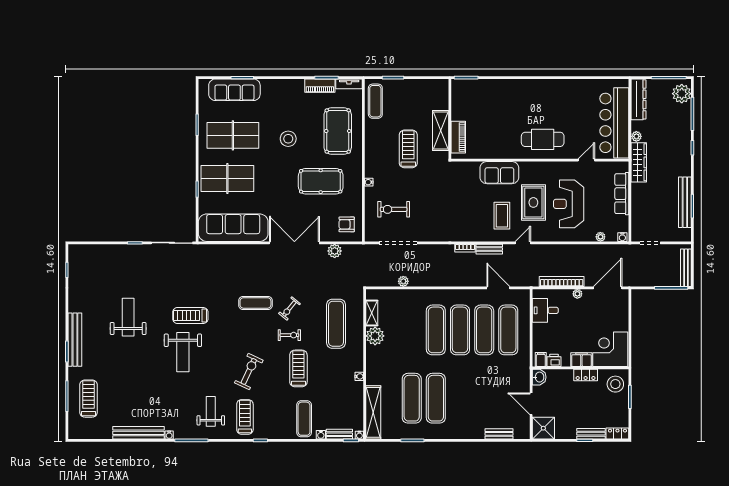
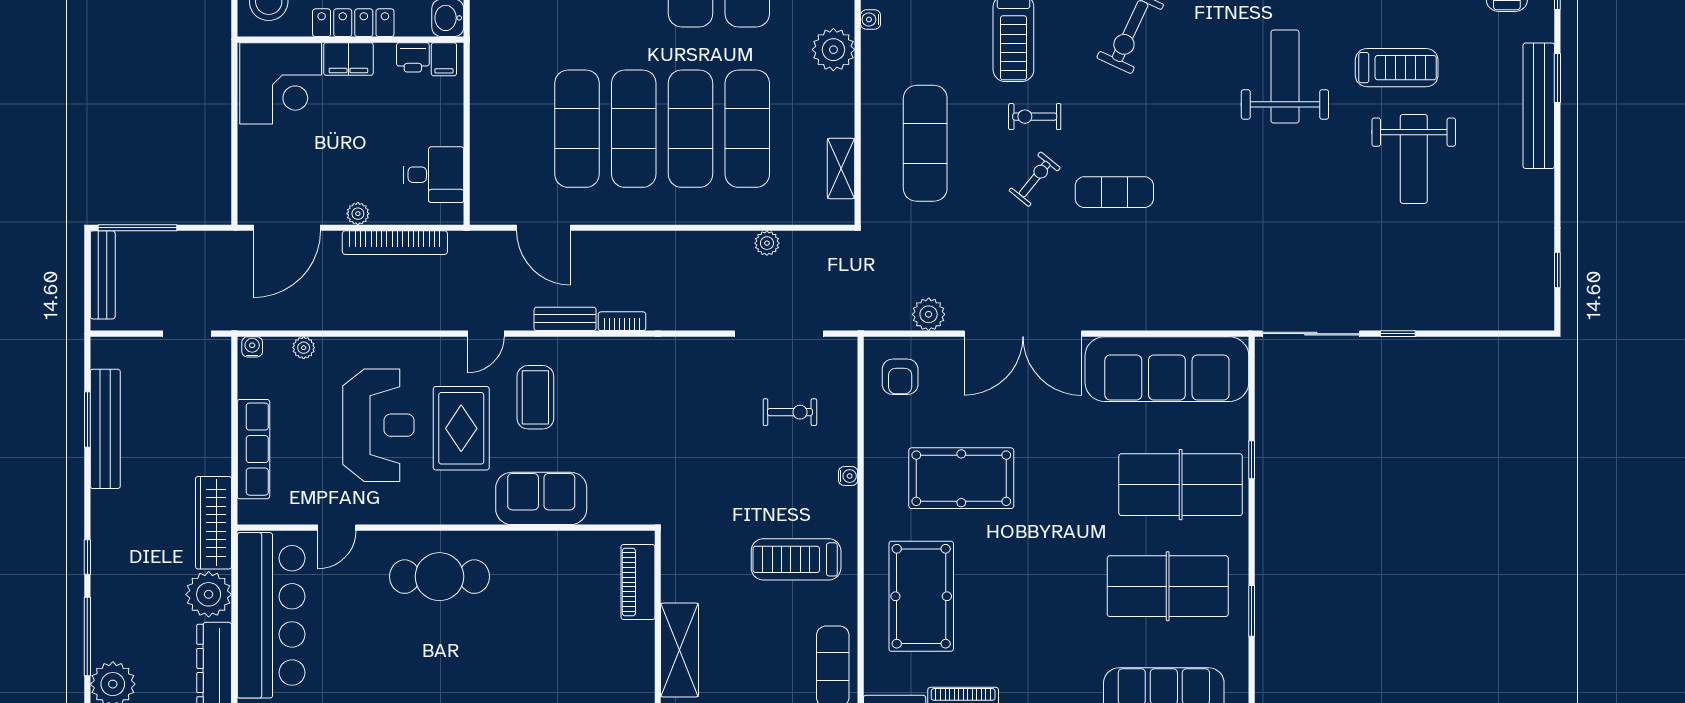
shelving: (441, 131) -> (680, 650), moved
plant: (636, 136) -> (209, 594), width x1.88, depth x1.88
stool: (288, 139) -> (1038, 578), removed
treadmill: (408, 149) -> (796, 559), moved, turned 90
exercise bike: (394, 209) -> (790, 412), width x0.73, depth x0.72
armchair: (347, 224) -> (900, 377), turned 90
treadmill: (190, 316) -> (1397, 68), moved
exercise mat: (508, 330) -> (747, 129), moved
plant: (375, 336) -> (833, 50), moved
locker: (586, 375) -> (353, 23), width x1.53

